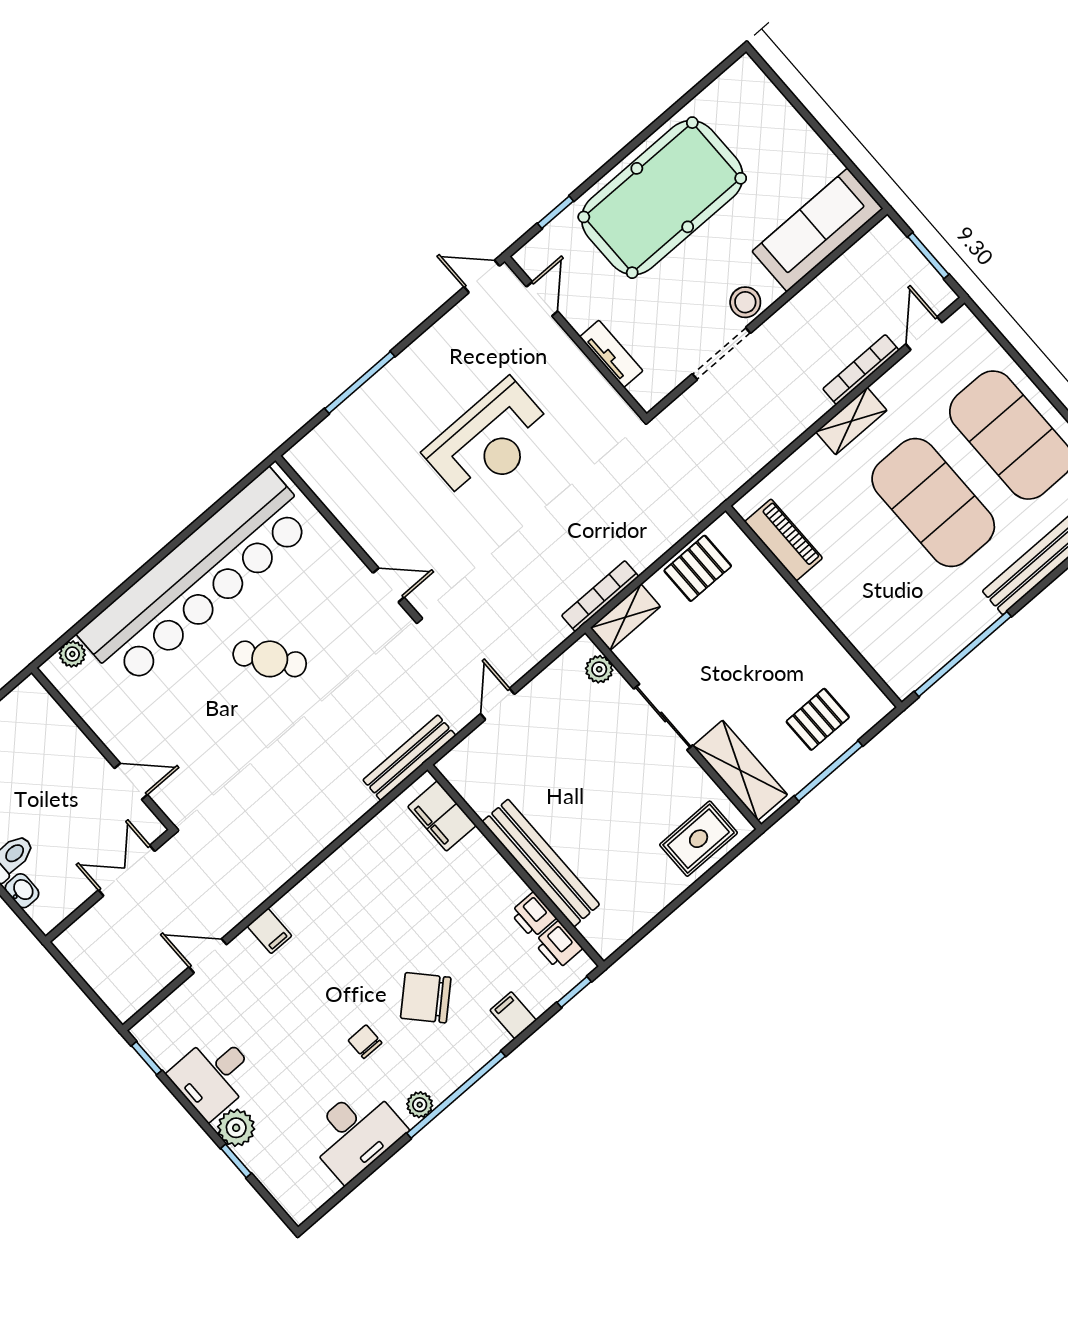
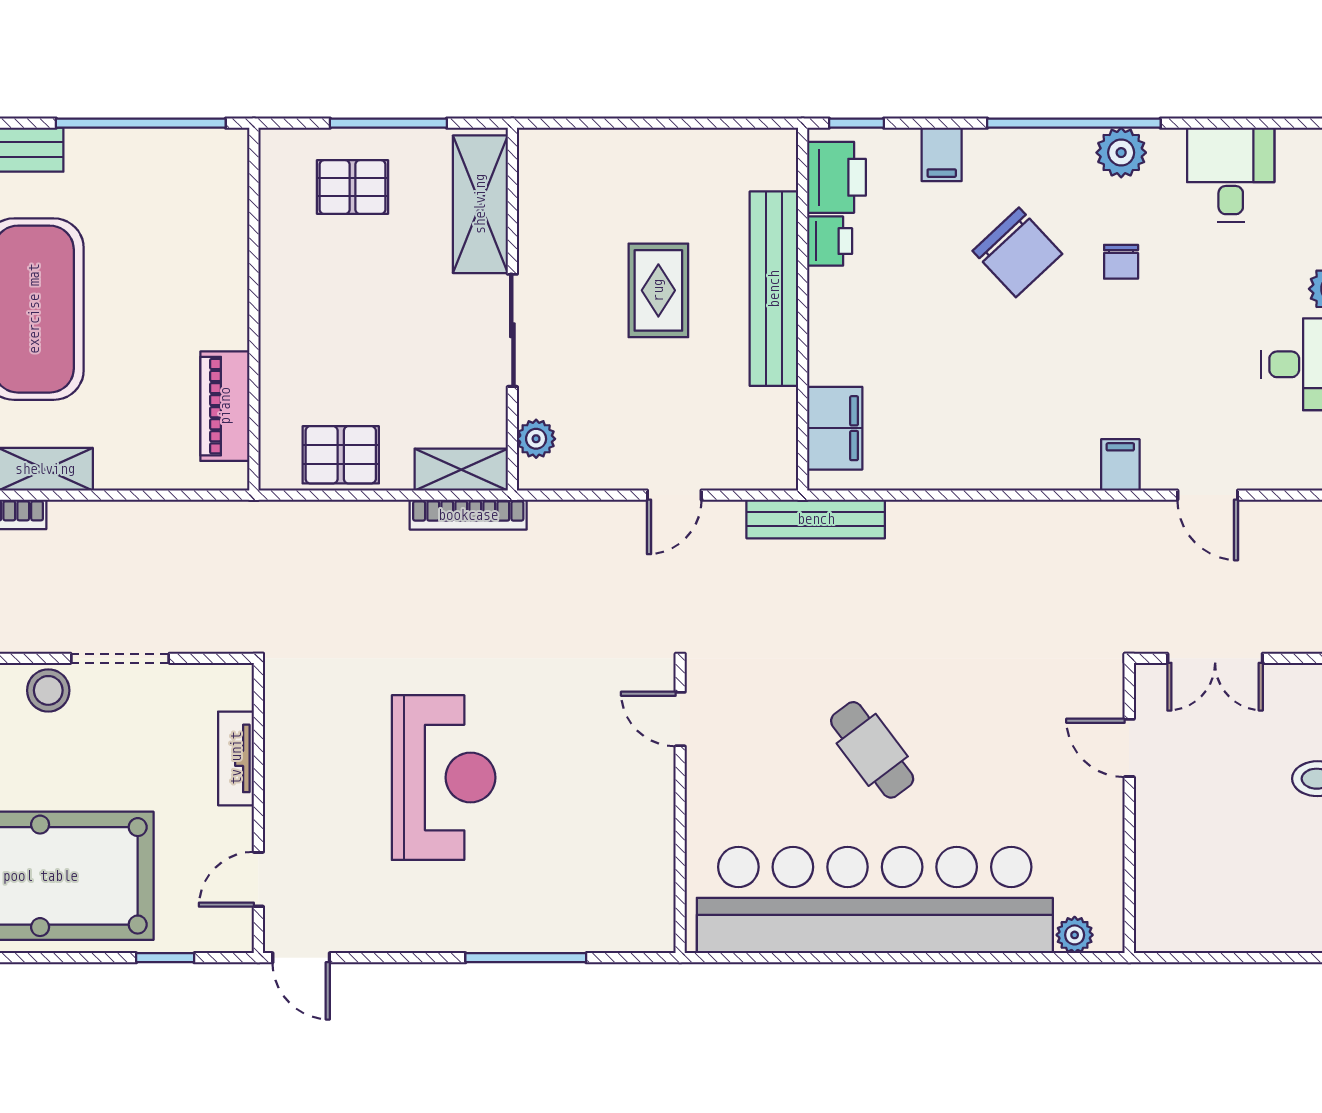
reception desk: (489, 442) -> (444, 778), turned 90
rug: (699, 839) -> (658, 290), moved, turned 90
printer: (558, 945) -> (837, 177), width x1.36, depth x1.24
plant: (420, 1105) -> (1121, 153), width x1.38, depth x1.38
desk: (355, 1133) -> (1231, 175), width x0.73

